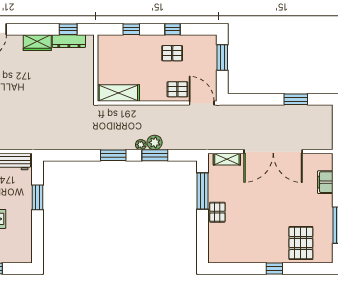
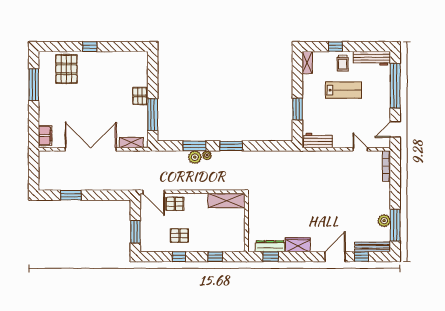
filing cabinet: (325, 182) -> (45, 135), moved
shelving: (26, 250) -> (307, 63), added

